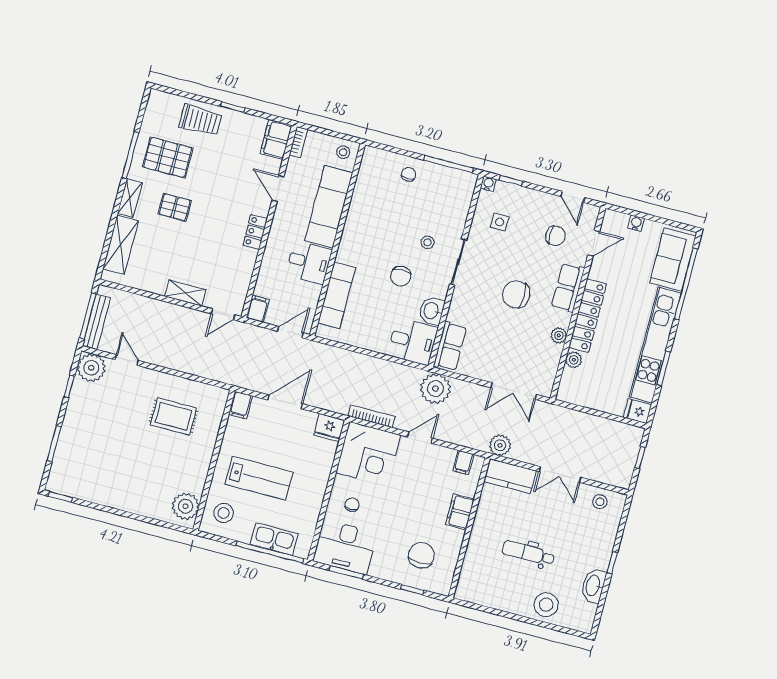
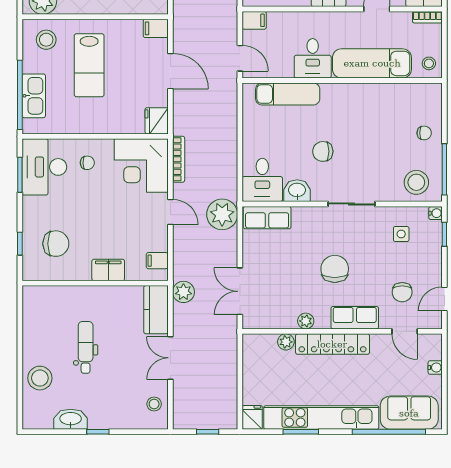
stool: (427, 242) -> (416, 182), moved, width x1.89, depth x1.89

